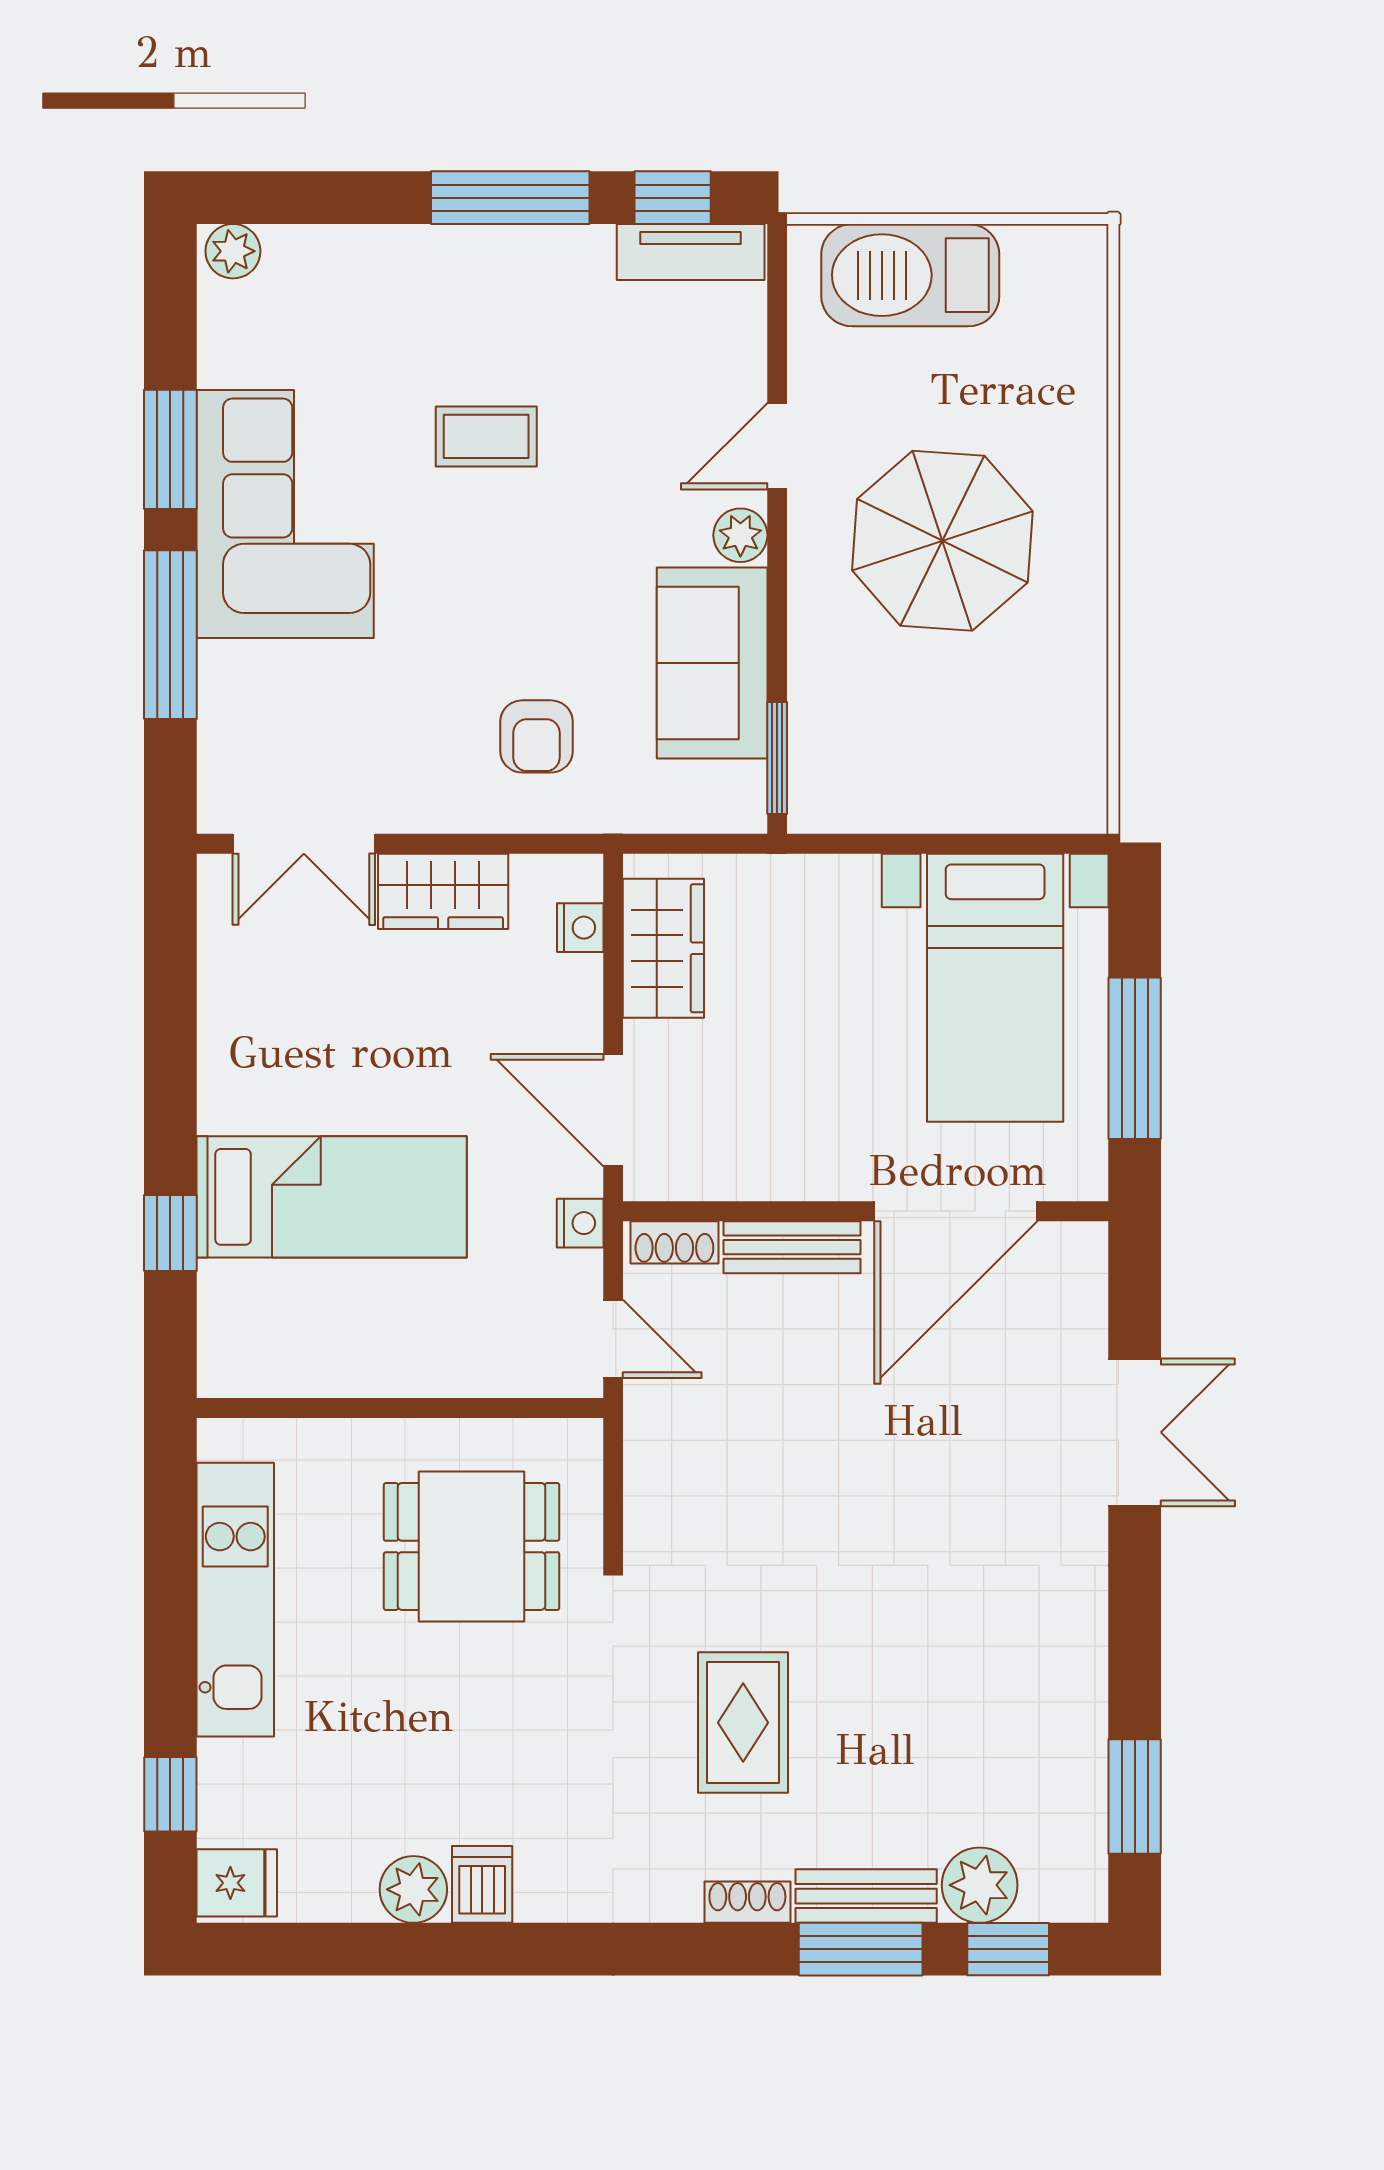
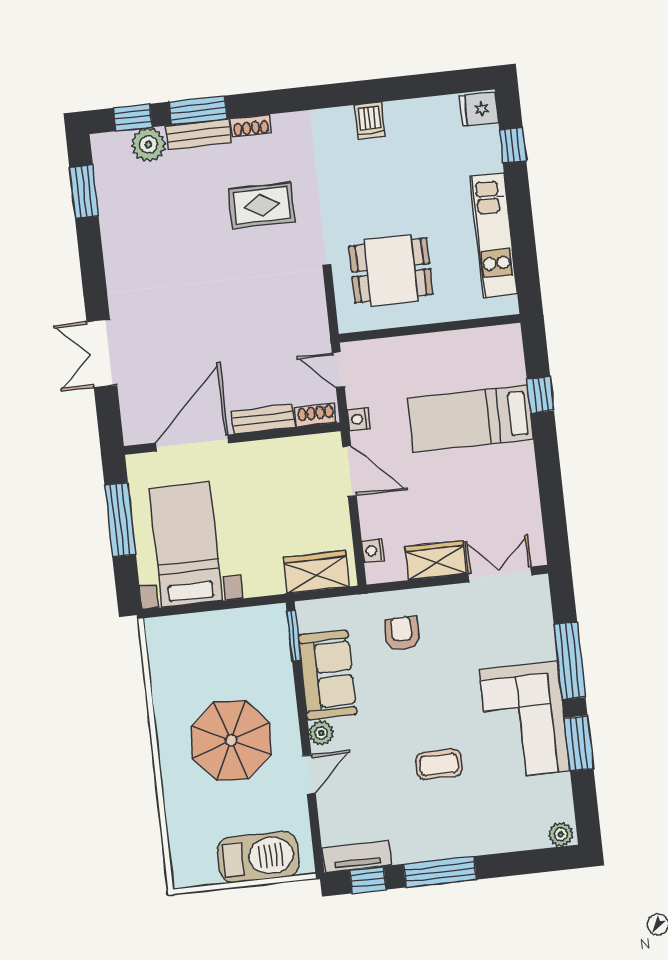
wardrobe: (663, 948) -> (316, 572), moved, turned 90
rug: (743, 1723) -> (262, 205), turned 90
plant: (413, 1889) -> (400, 115), removed

